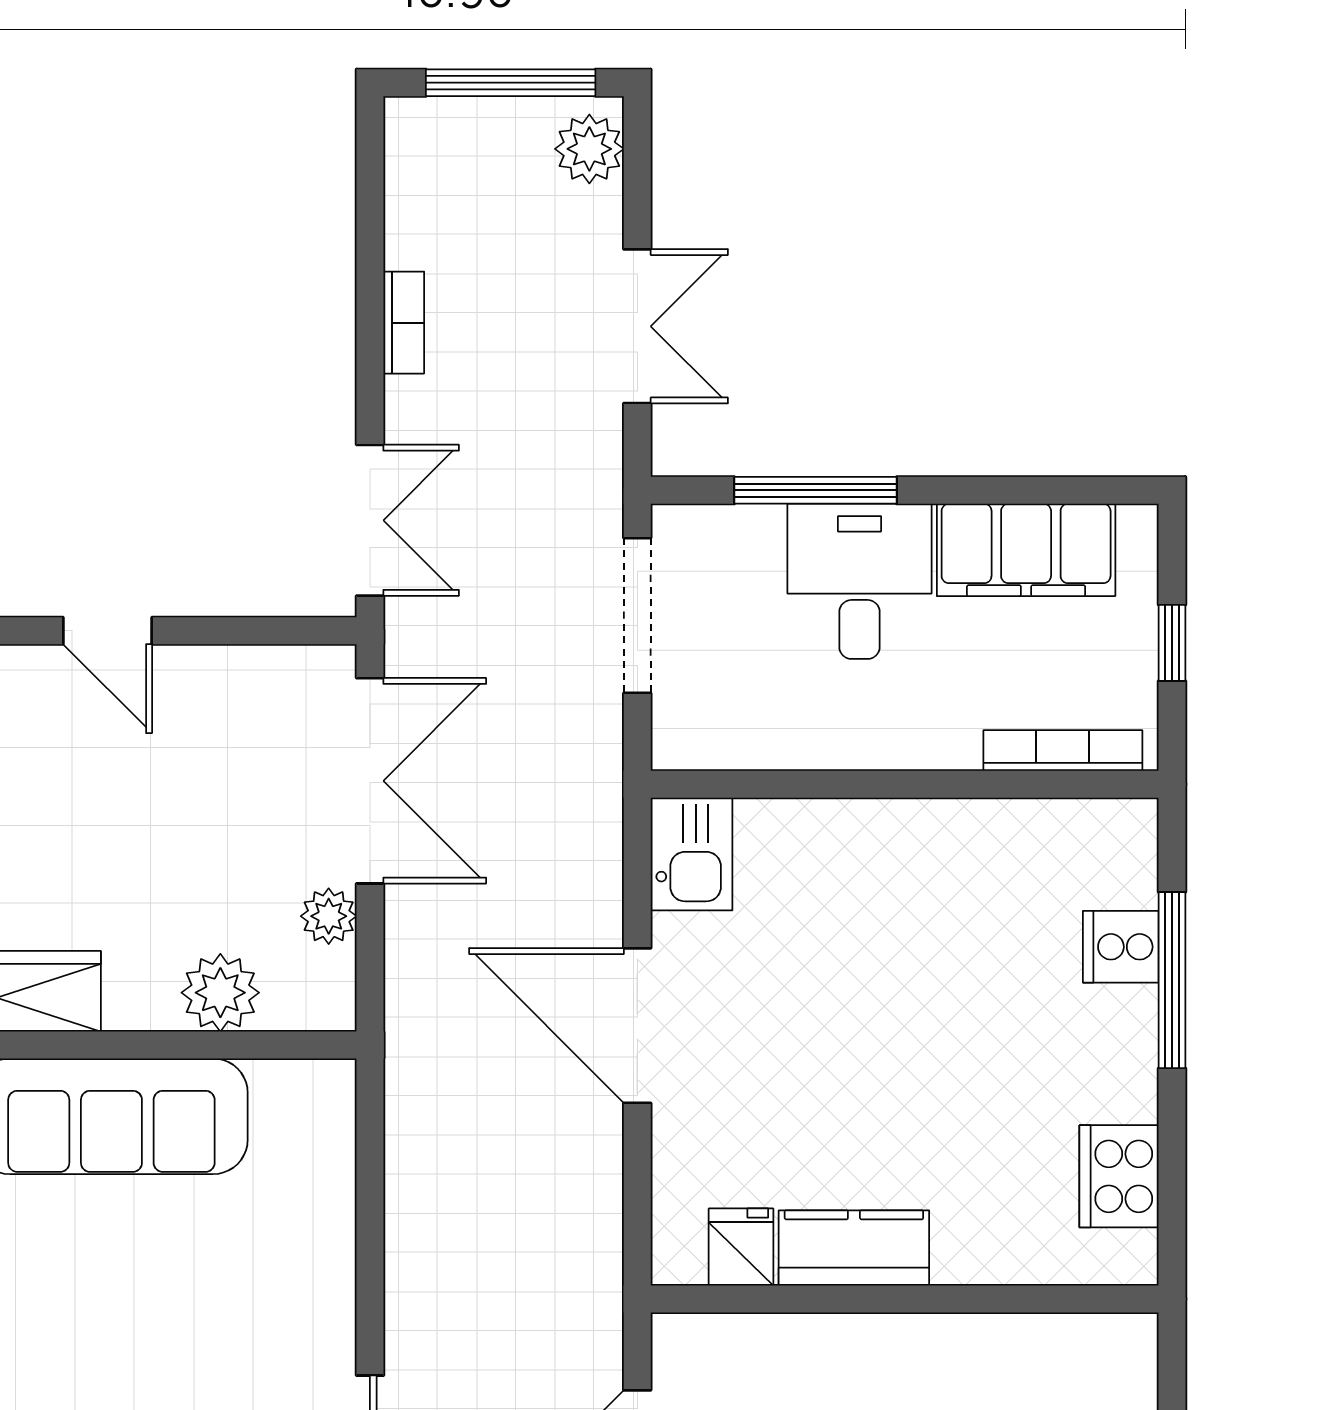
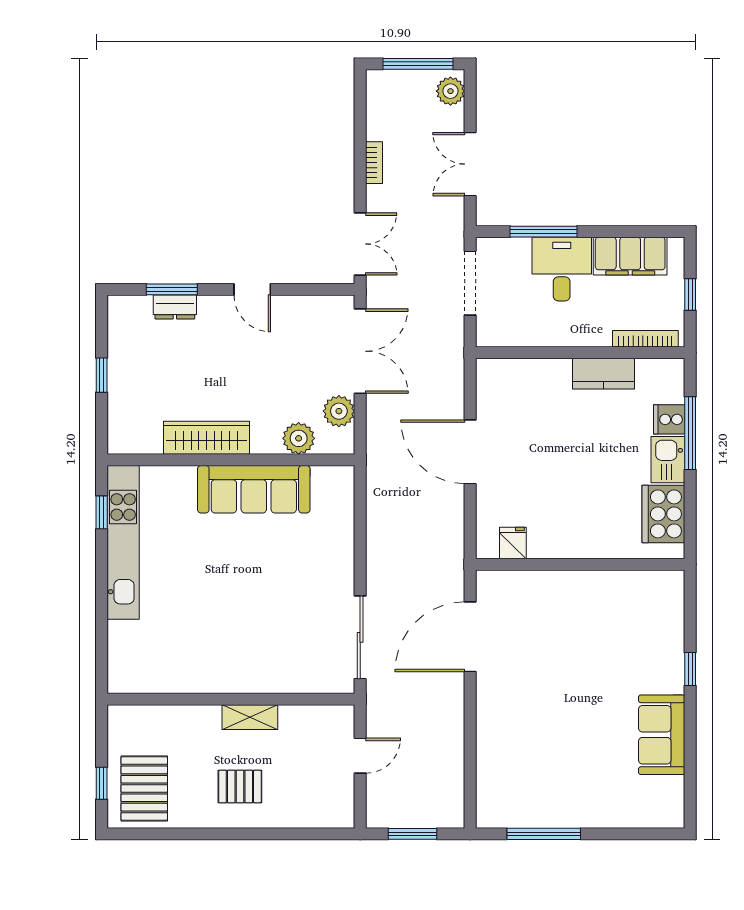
double door: (637, 326) -> (470, 164), swing flipped
kitchen sink: (692, 854) -> (668, 460), moved, turned 180
plant: (329, 916) -> (339, 411), width x1.38, depth x1.38
cooker: (1119, 1176) -> (663, 514), width x1.37, depth x1.31
kitchen counter: (854, 1248) -> (604, 374), moved, turned 180

